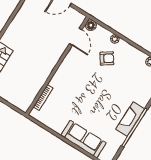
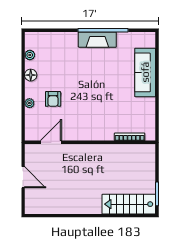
floor lamp: (91, 25) -> (31, 75), moved
armchair: (107, 58) -> (53, 99), turned -145

